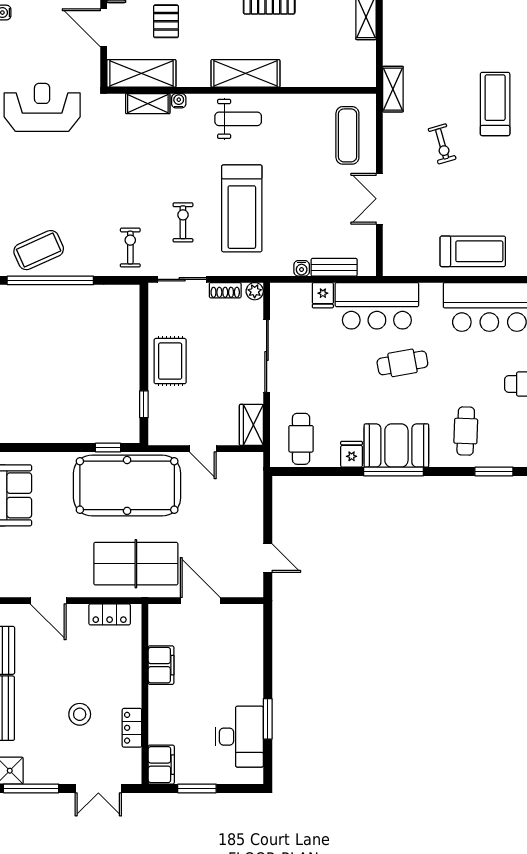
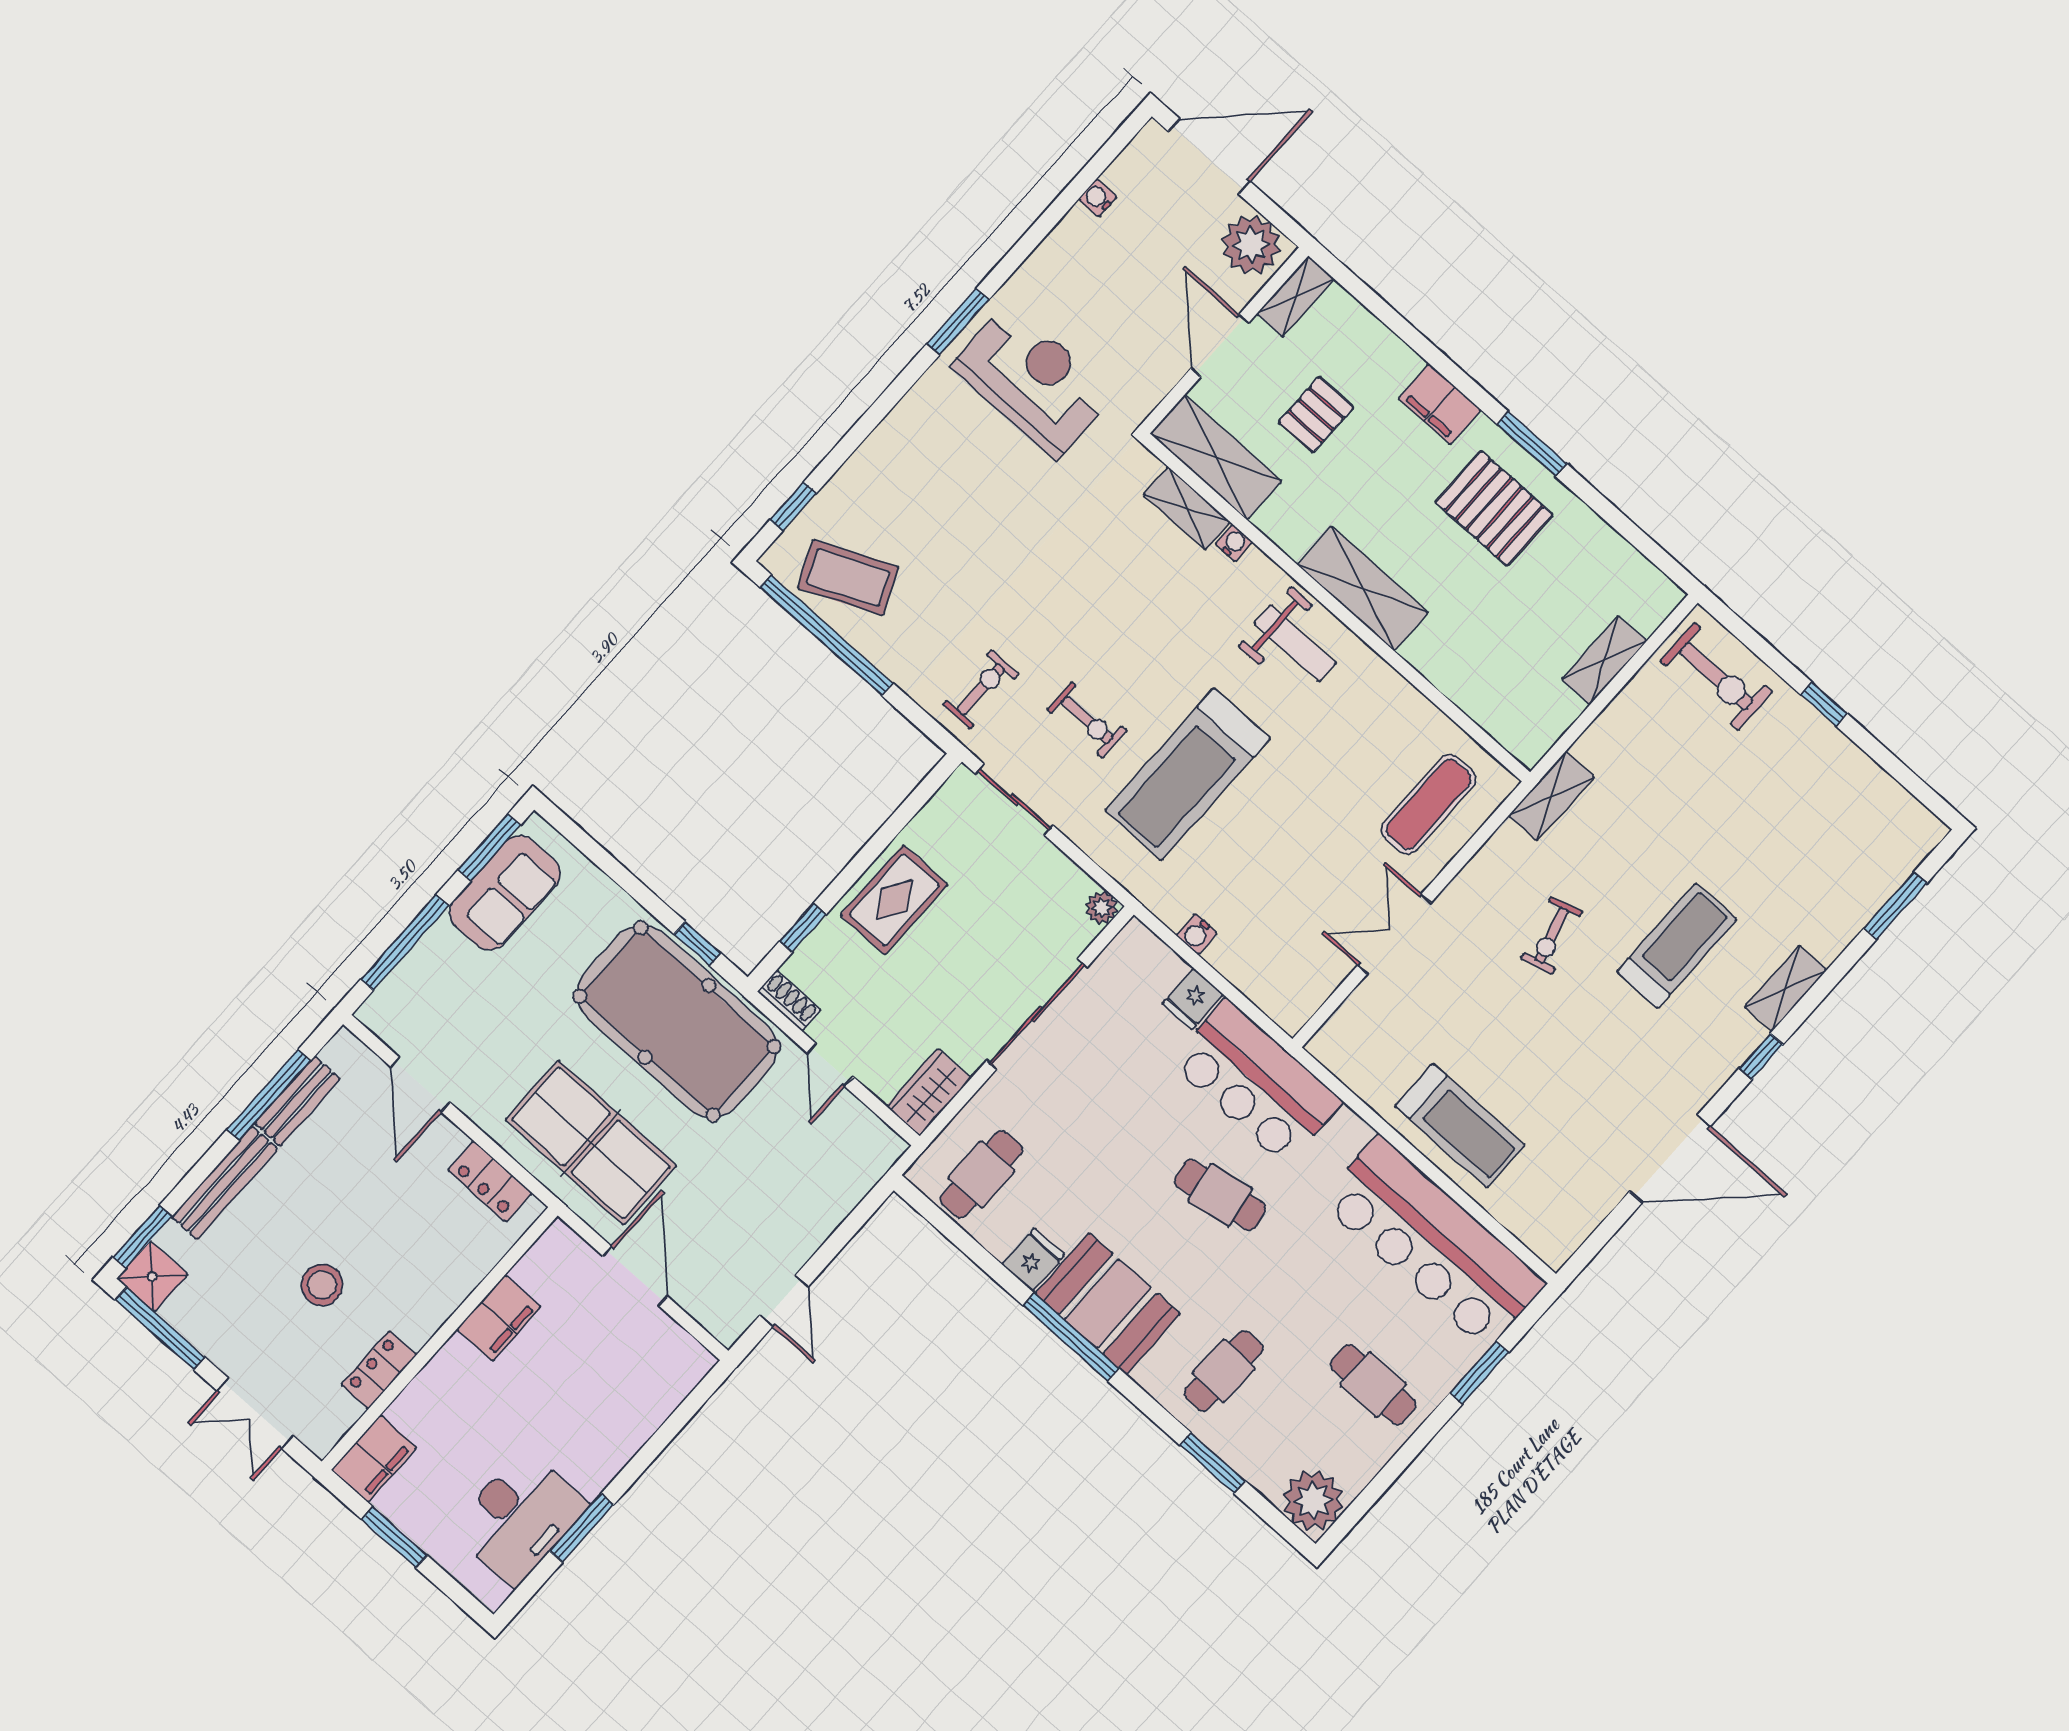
exercise bike: (183, 222) -> (1087, 720), turned 90
bench: (334, 267) -> (1244, 974), removed
shoe rack: (225, 290) -> (789, 1001), moved, turned 180

